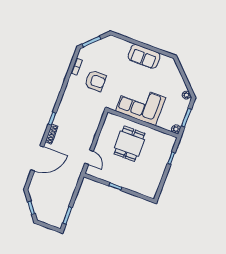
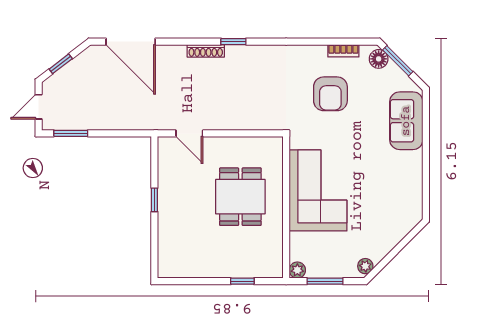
floor lamp: (87, 51) -> (379, 59), added
sofa: (144, 56) -> (406, 121), moved
dining table: (129, 144) -> (240, 197), turned 90
door: (89, 157) -> (189, 133), hinge flipped
door: (37, 158) -> (131, 42), moved
door: (48, 226) -> (39, 107), added

